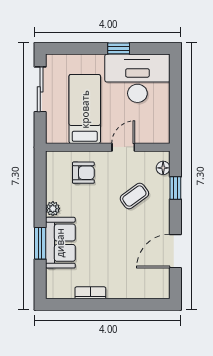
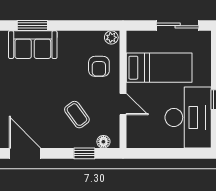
plant: (53, 209) -> (111, 37), moved

